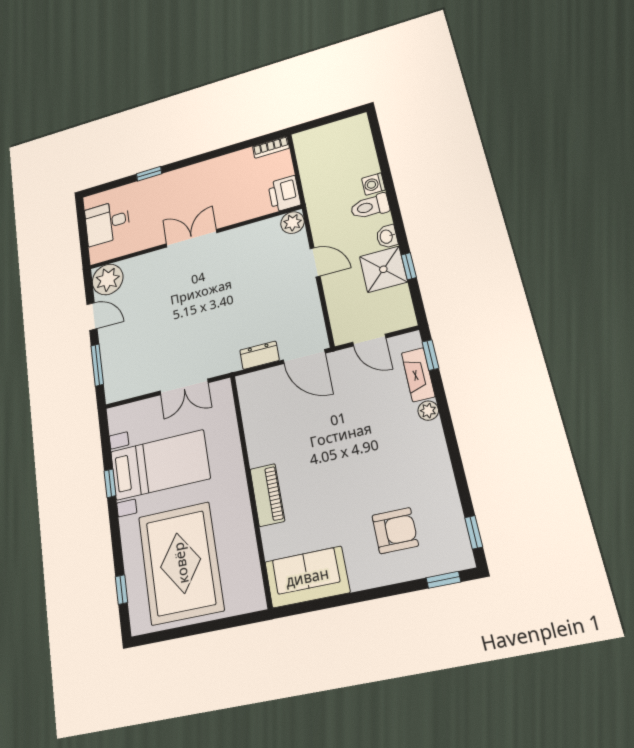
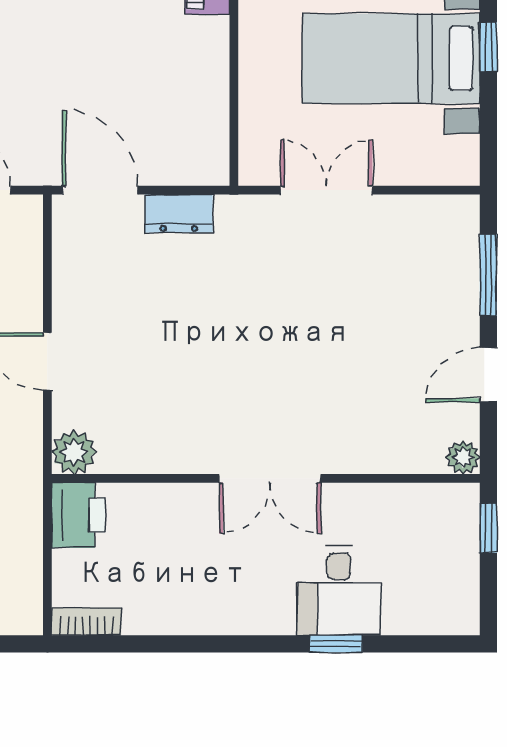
desk: (107, 223) -> (339, 590), moved, turned 90
window: (84, 246) -> (488, 528), added
plant: (108, 279) -> (463, 457), width x0.53, depth x0.53
door: (92, 317) -> (488, 375), hinge flipped

